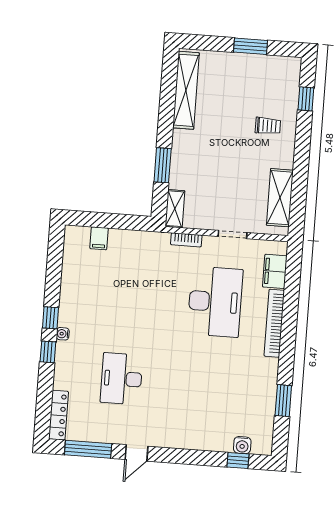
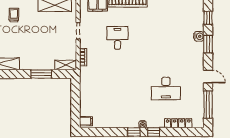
filing cabinet: (99, 238) -> (86, 121), moved
desk: (215, 302) -> (118, 38), width x0.53, depth x0.77
locker: (58, 415) -> (178, 123), moved
water cooler: (242, 445) -> (199, 36), moved
window: (193, 457) -> (208, 44), added

